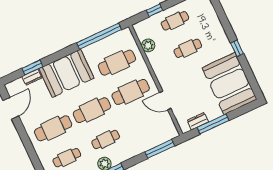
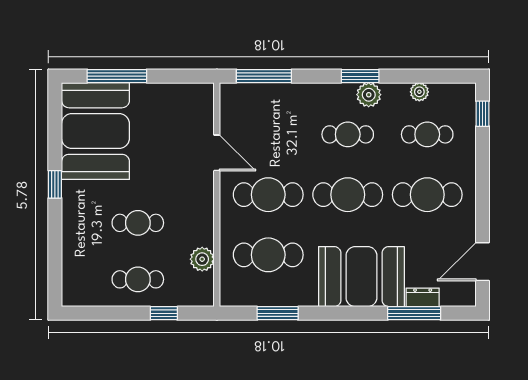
window: (99, 36) -> (278, 313), width x0.47
window: (32, 67) -> (414, 313), width x1.44
dresser: (198, 121) -> (178, 93), removed
window: (213, 124) -> (117, 76), moved

